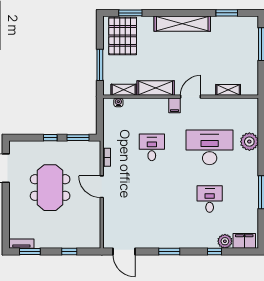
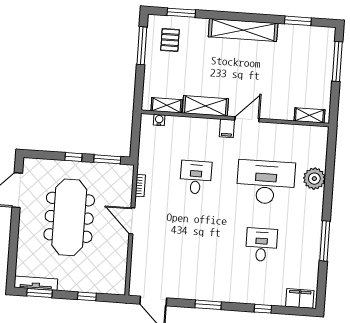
pallet: (123, 36) -> (170, 40), width x0.49, depth x0.50
window: (100, 65) -> (142, 46), moved
shelving: (228, 90) -> (309, 115), moved
meeting table: (50, 188) -> (69, 217), width x1.36
plant: (225, 241) -> (276, 297), removed
tv unit: (21, 244) -> (36, 283), width x1.41

